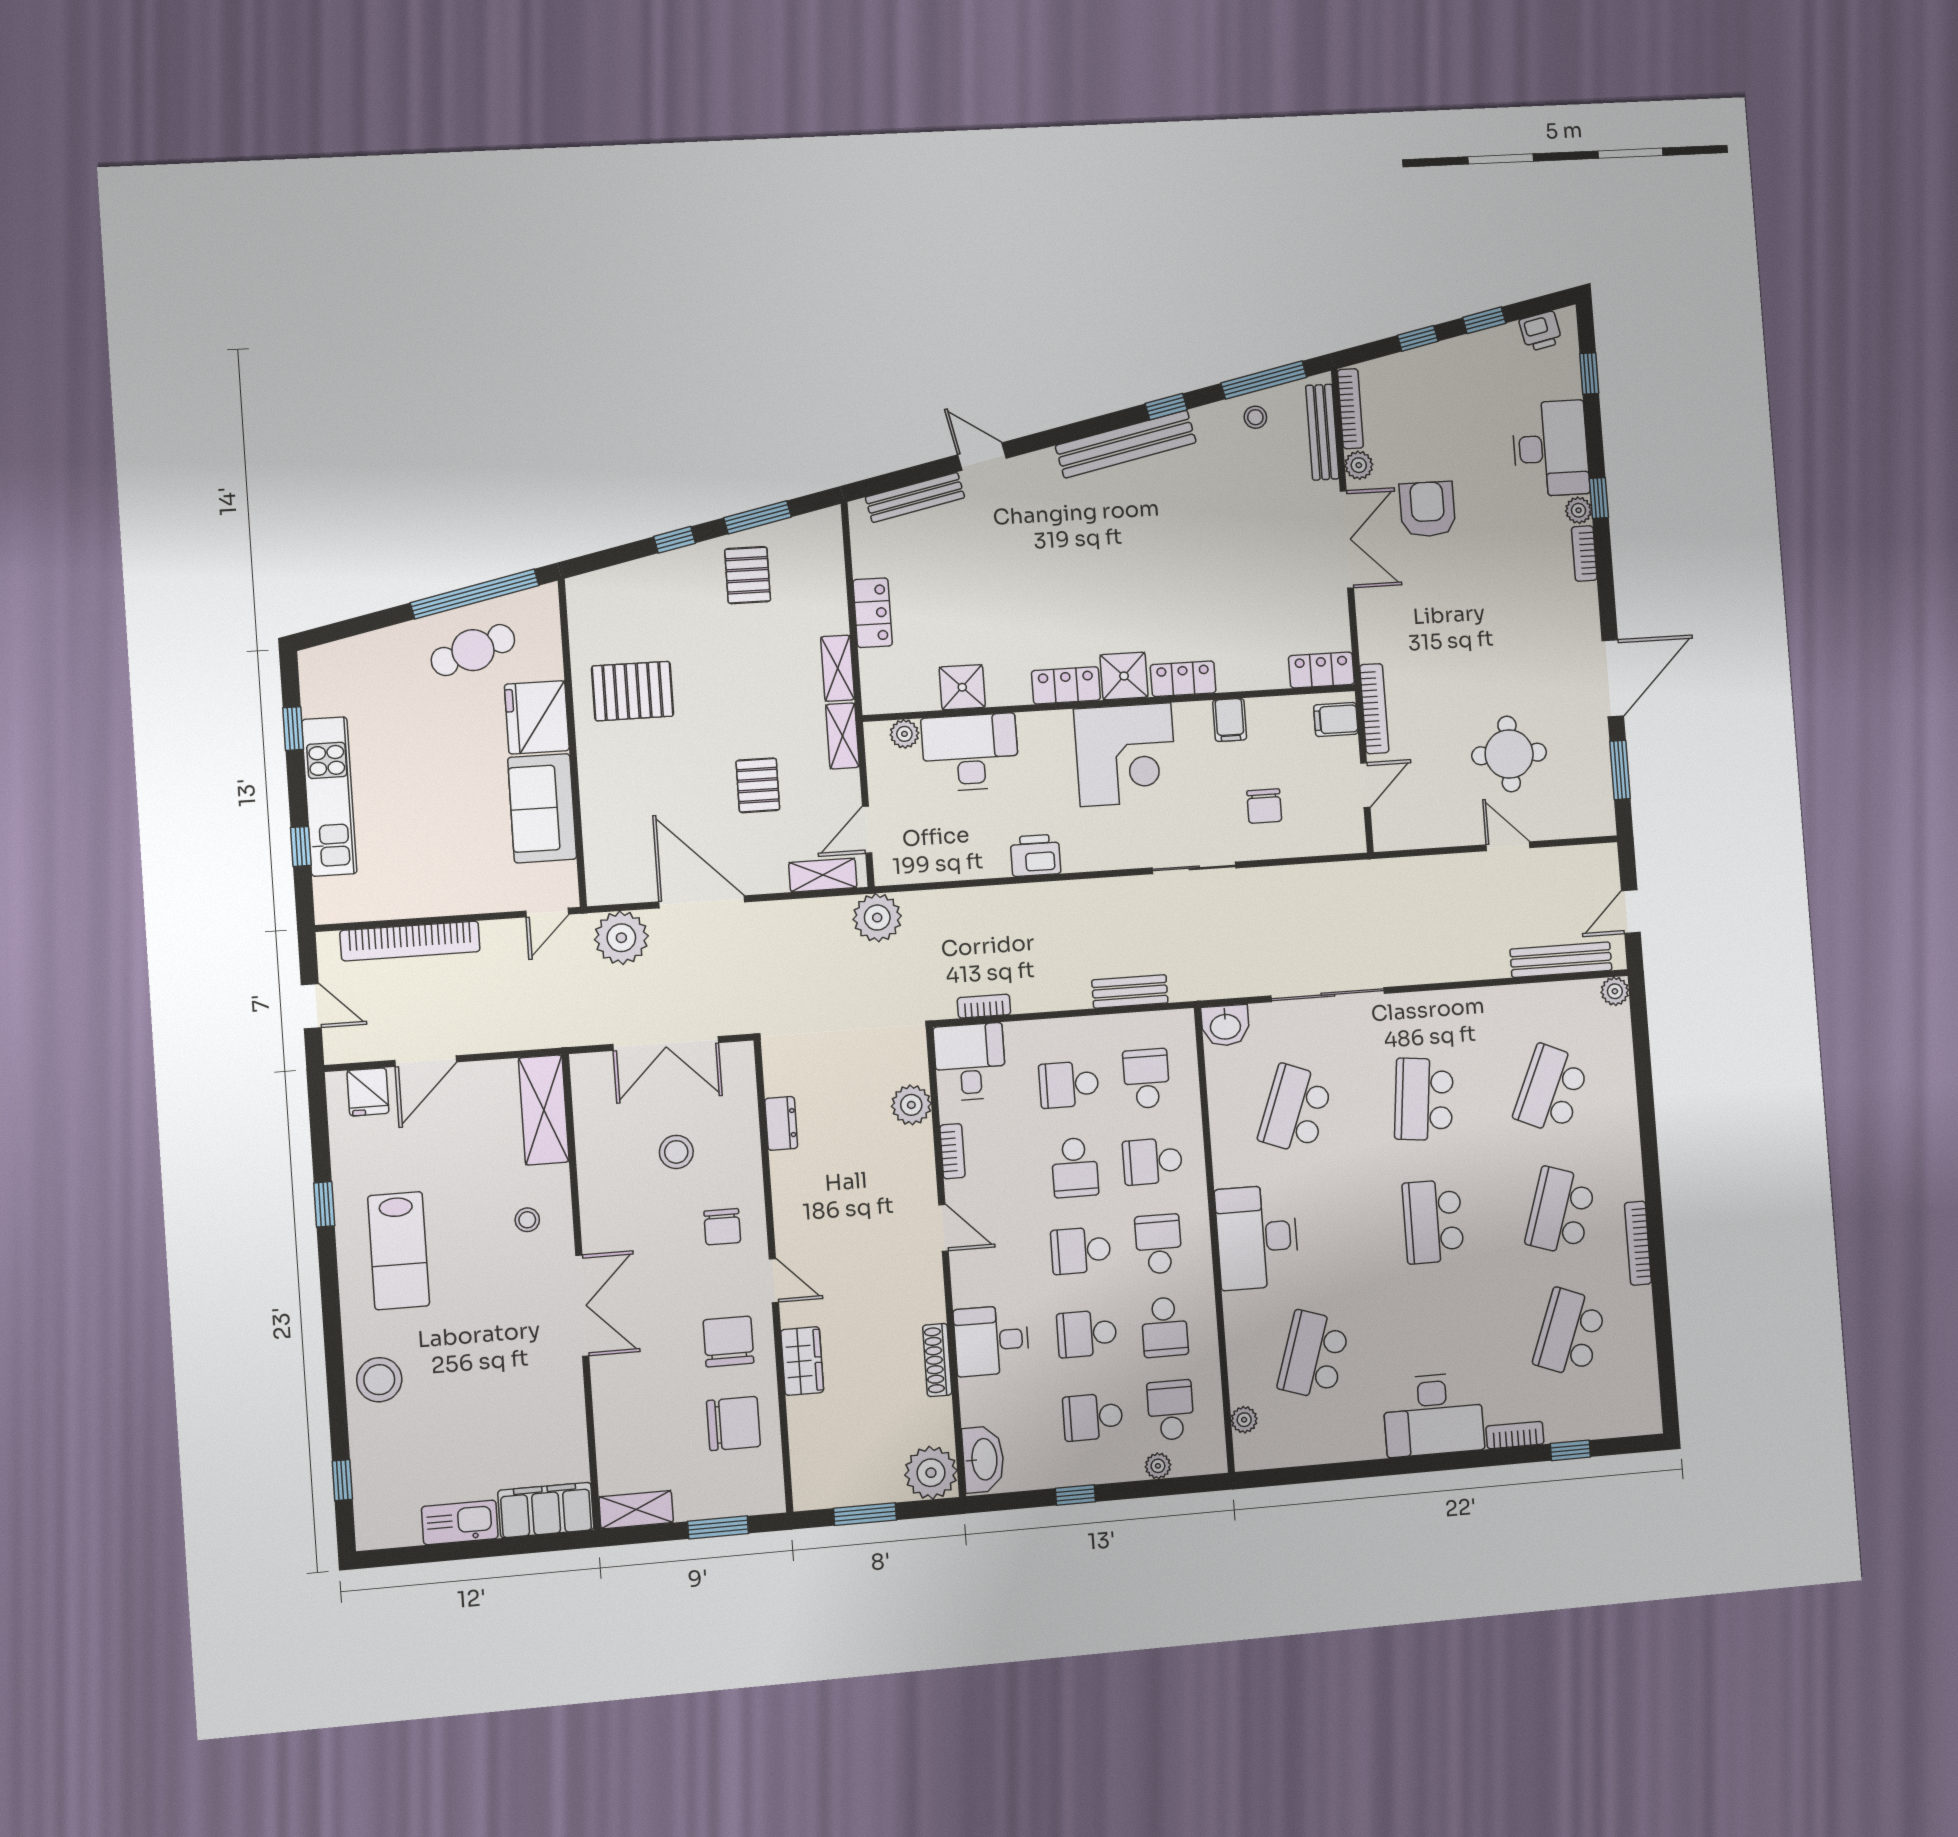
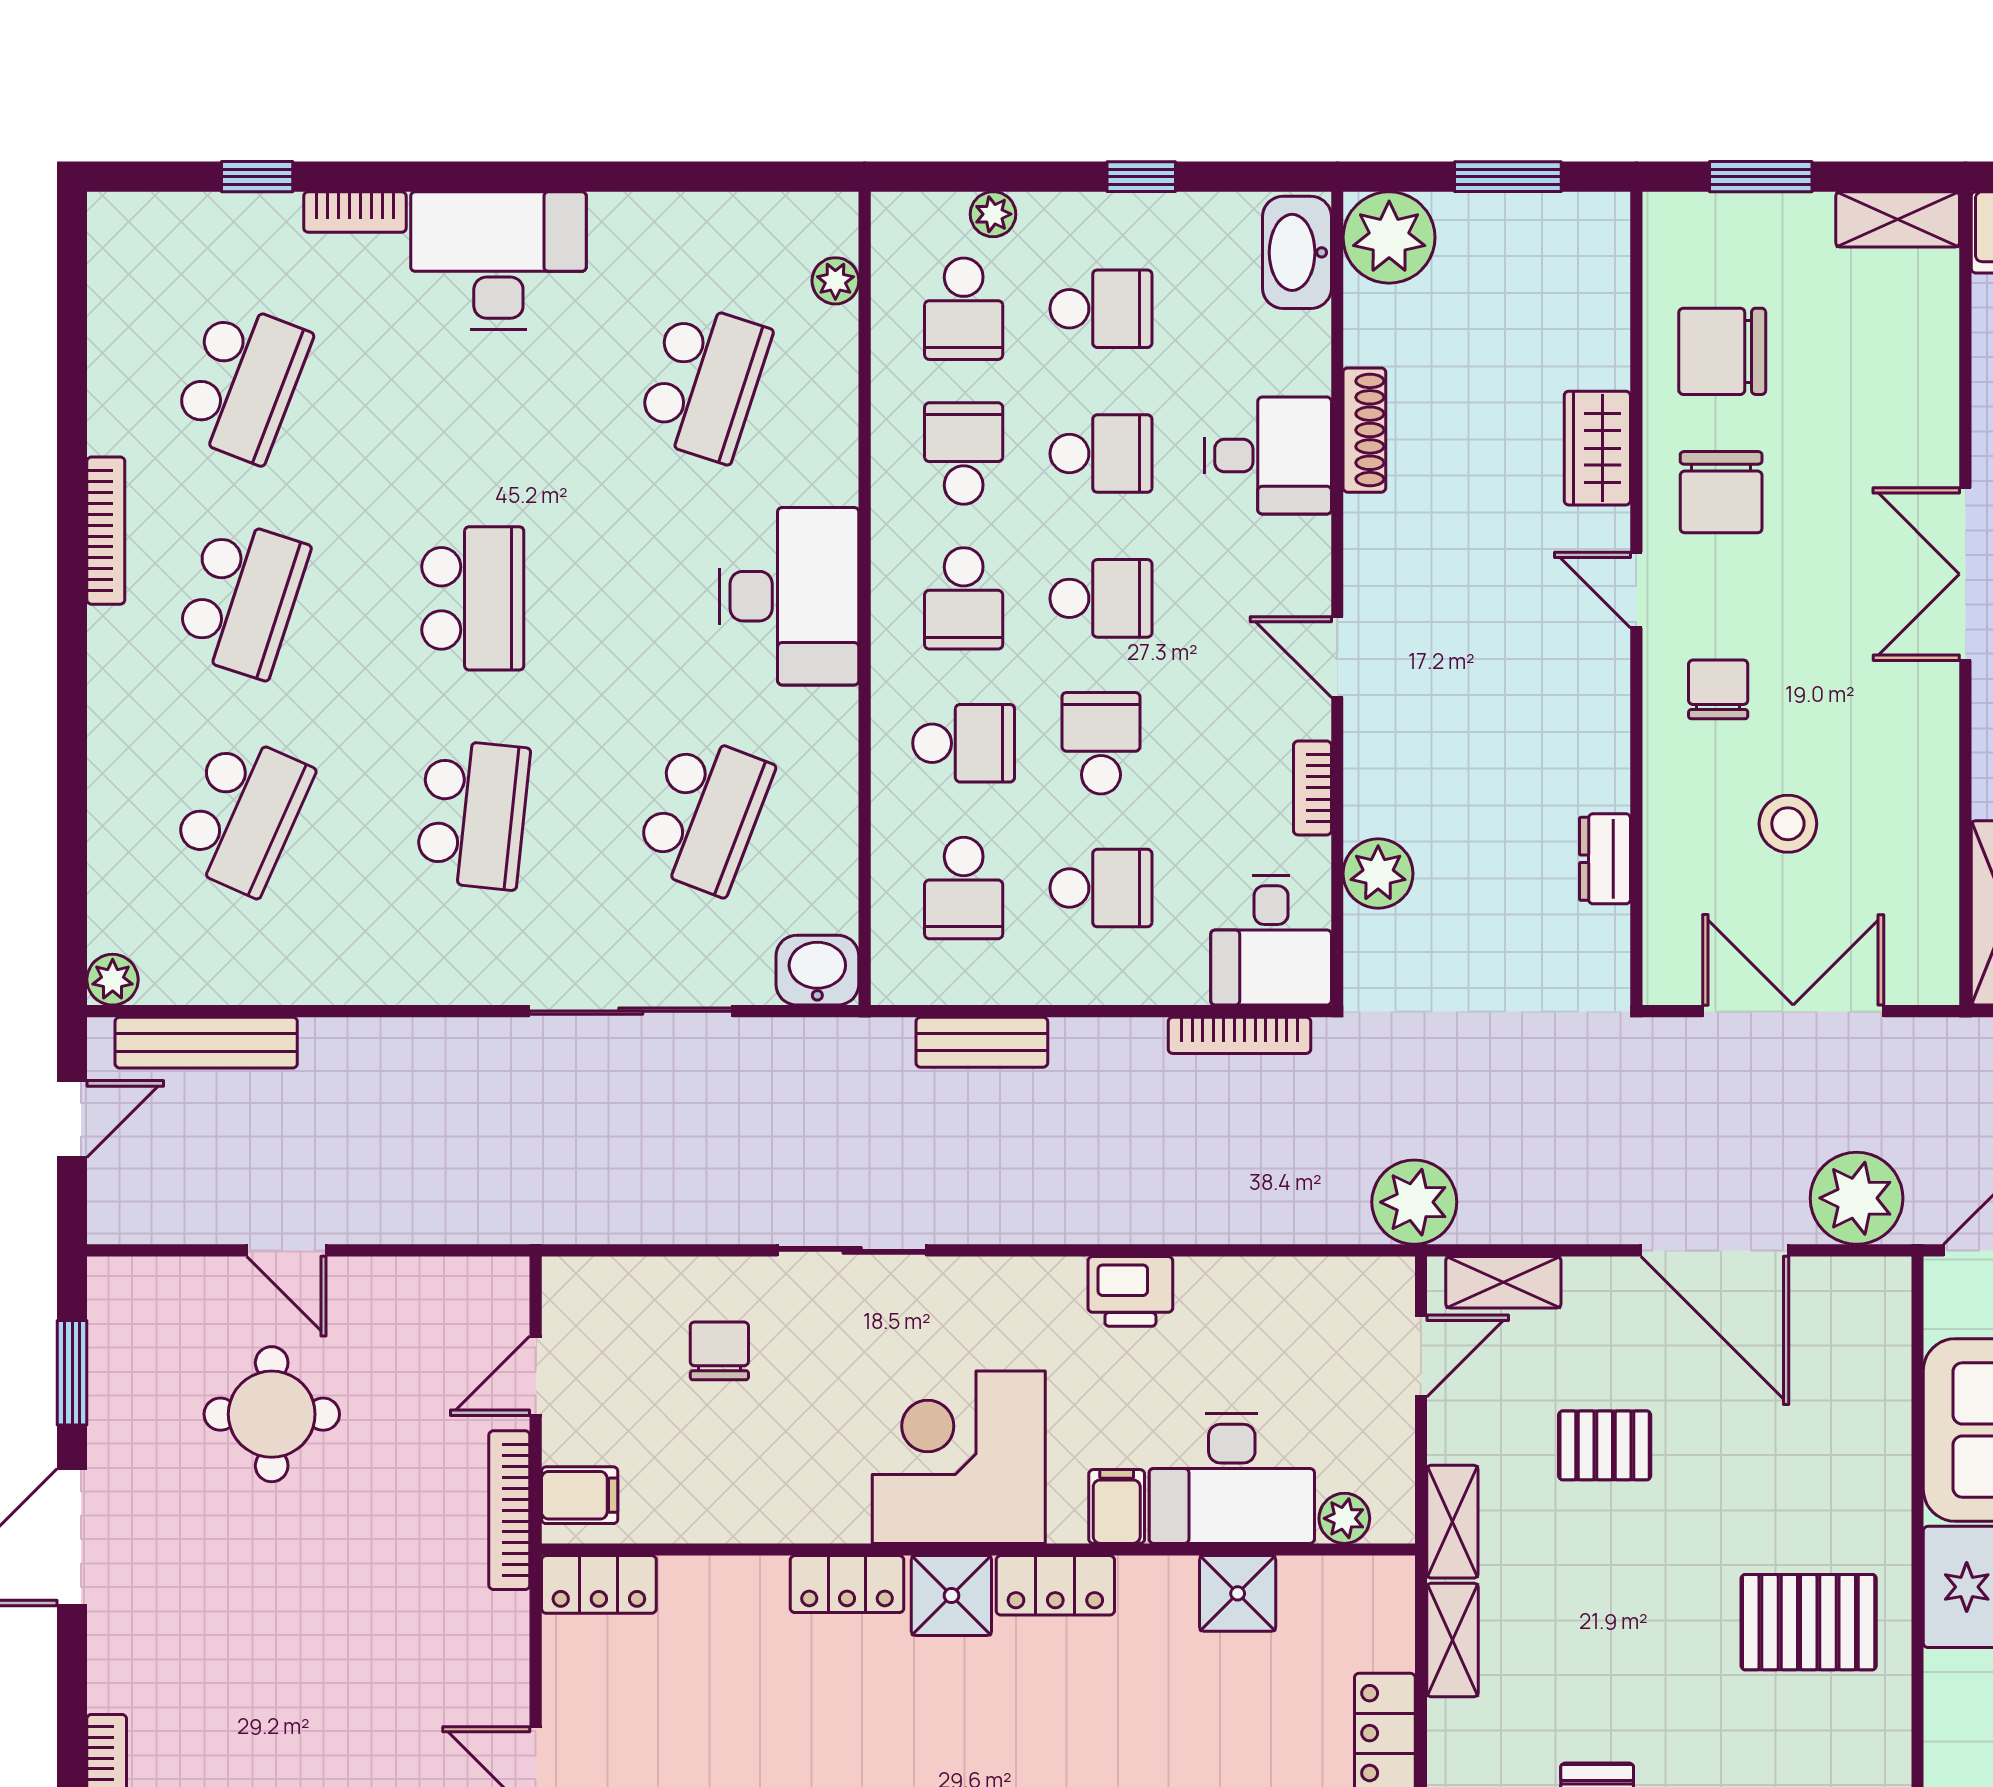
filing cabinet: (1230, 720) -> (1117, 1507), moved
pallet: (758, 785) -> (1605, 1445), turned 90
bookcase: (984, 1006) -> (1239, 1035), width x1.56

